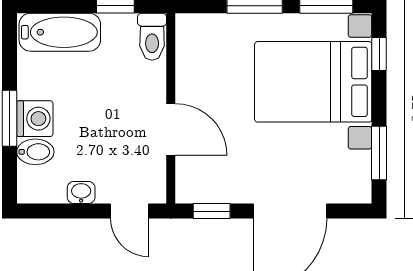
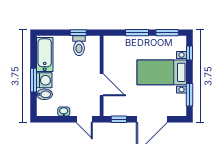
bathtub: (60, 32) -> (45, 55), moved, turned -90
toilet: (152, 37) -> (79, 46), moved
bed with nightstands: (313, 82) -> (162, 72), width x0.73

